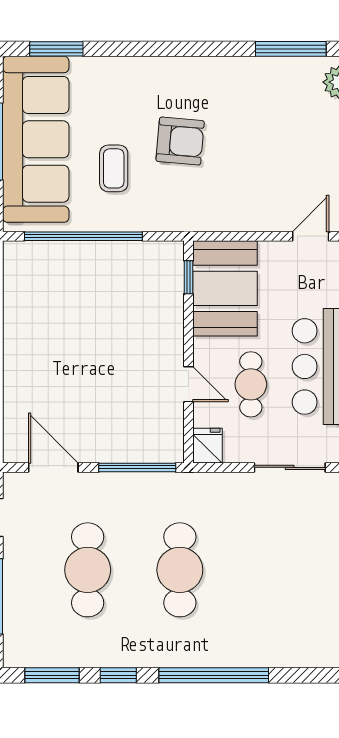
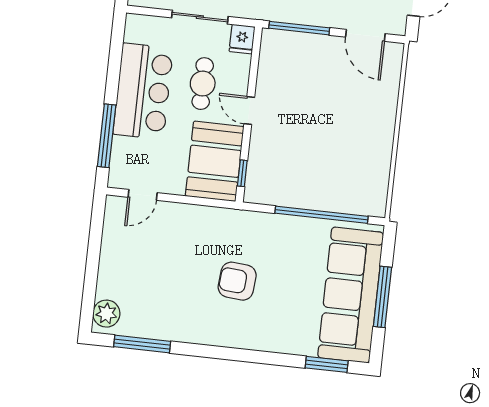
coffee table: (114, 168) -> (292, 265), removed
door: (189, 384) -> (249, 110), moved
sliding door: (290, 467) -> (200, 17), moved

